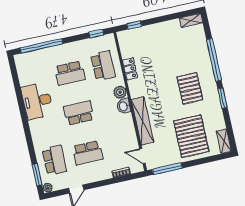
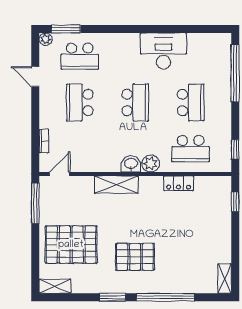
school desk: (70, 73) -> (191, 103), turned 180
shelving: (142, 121) -> (116, 185), width x0.68

